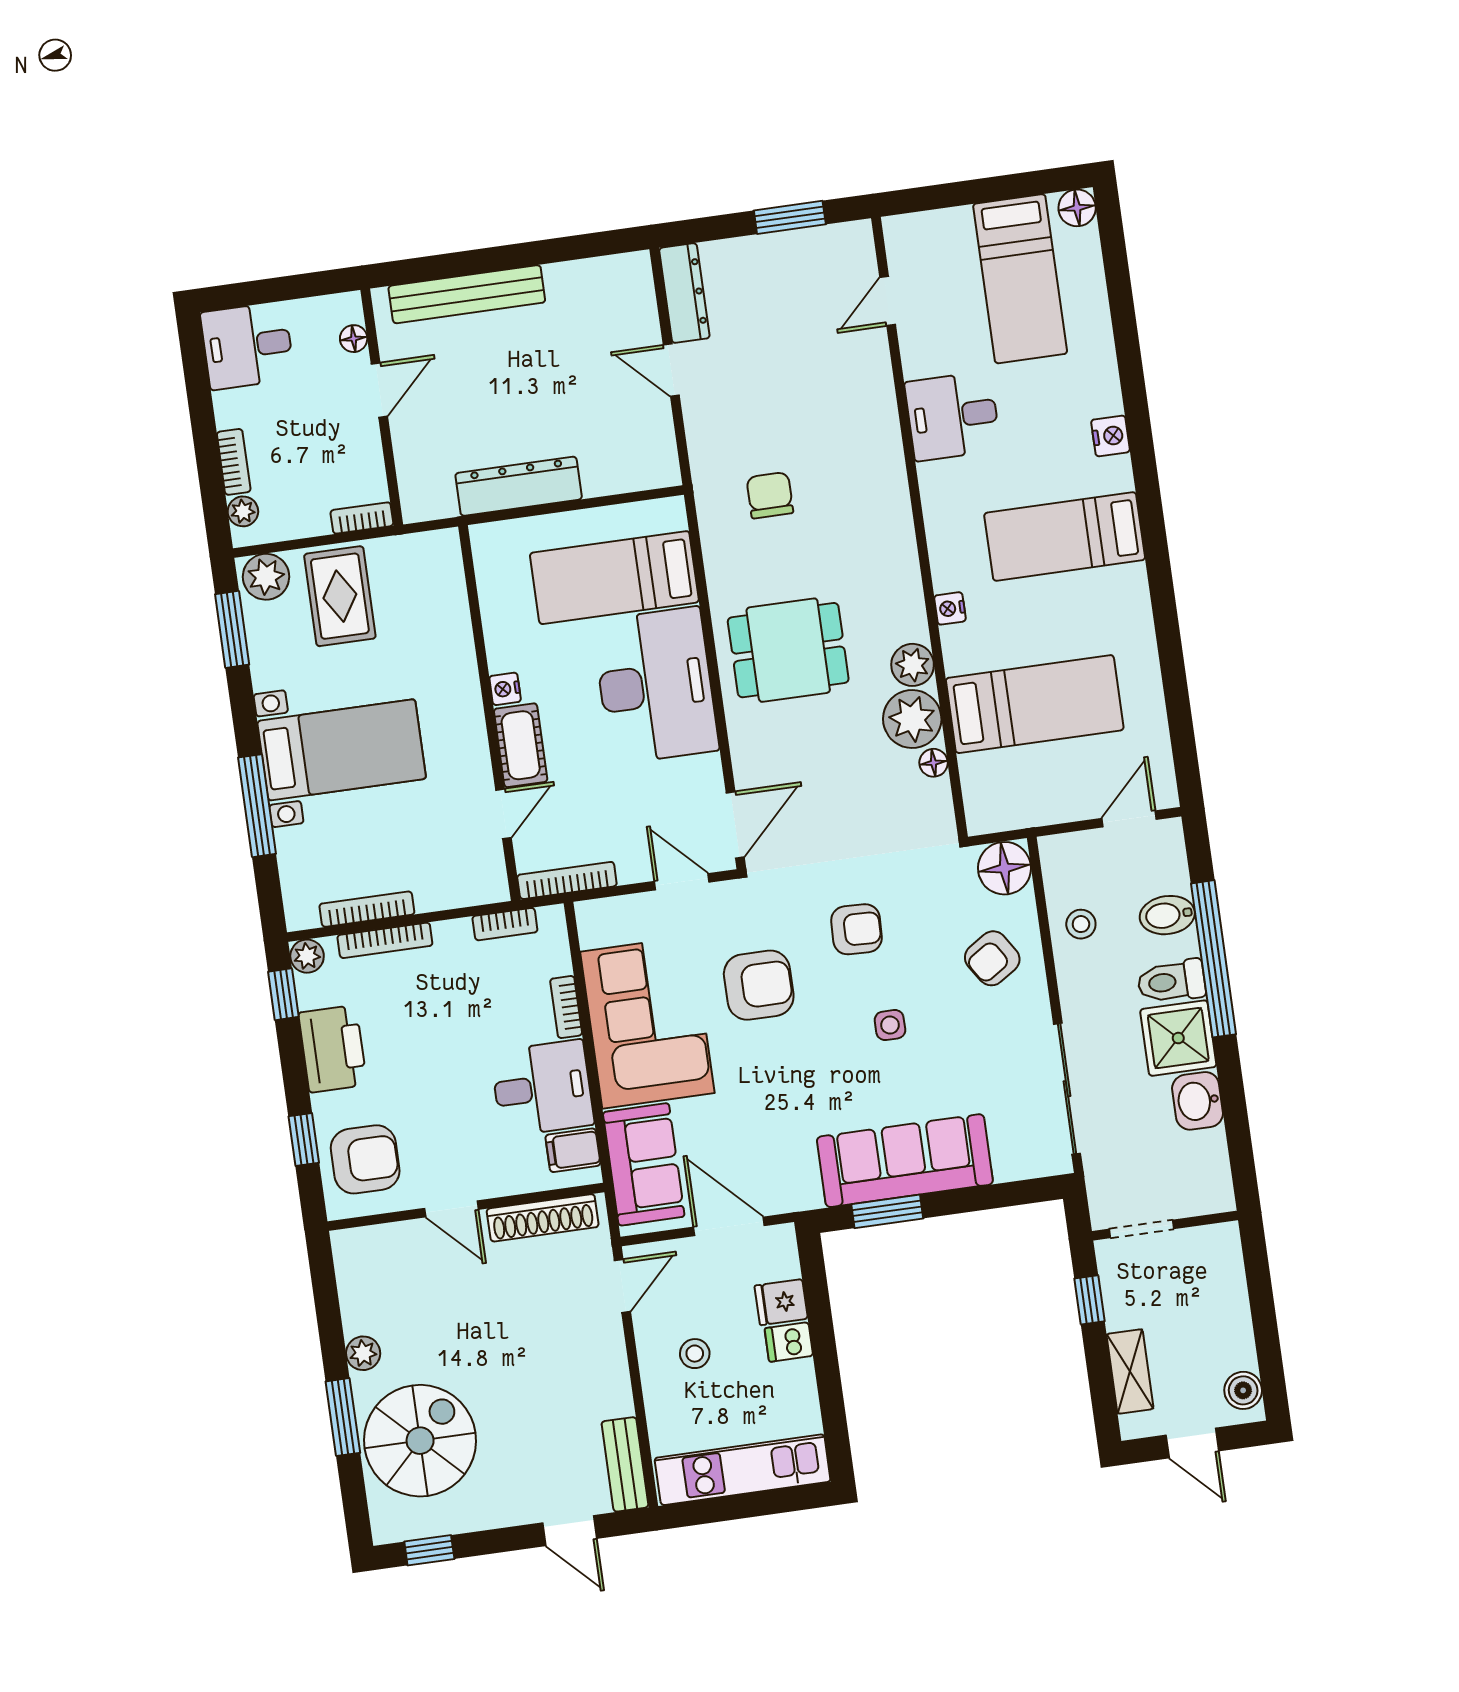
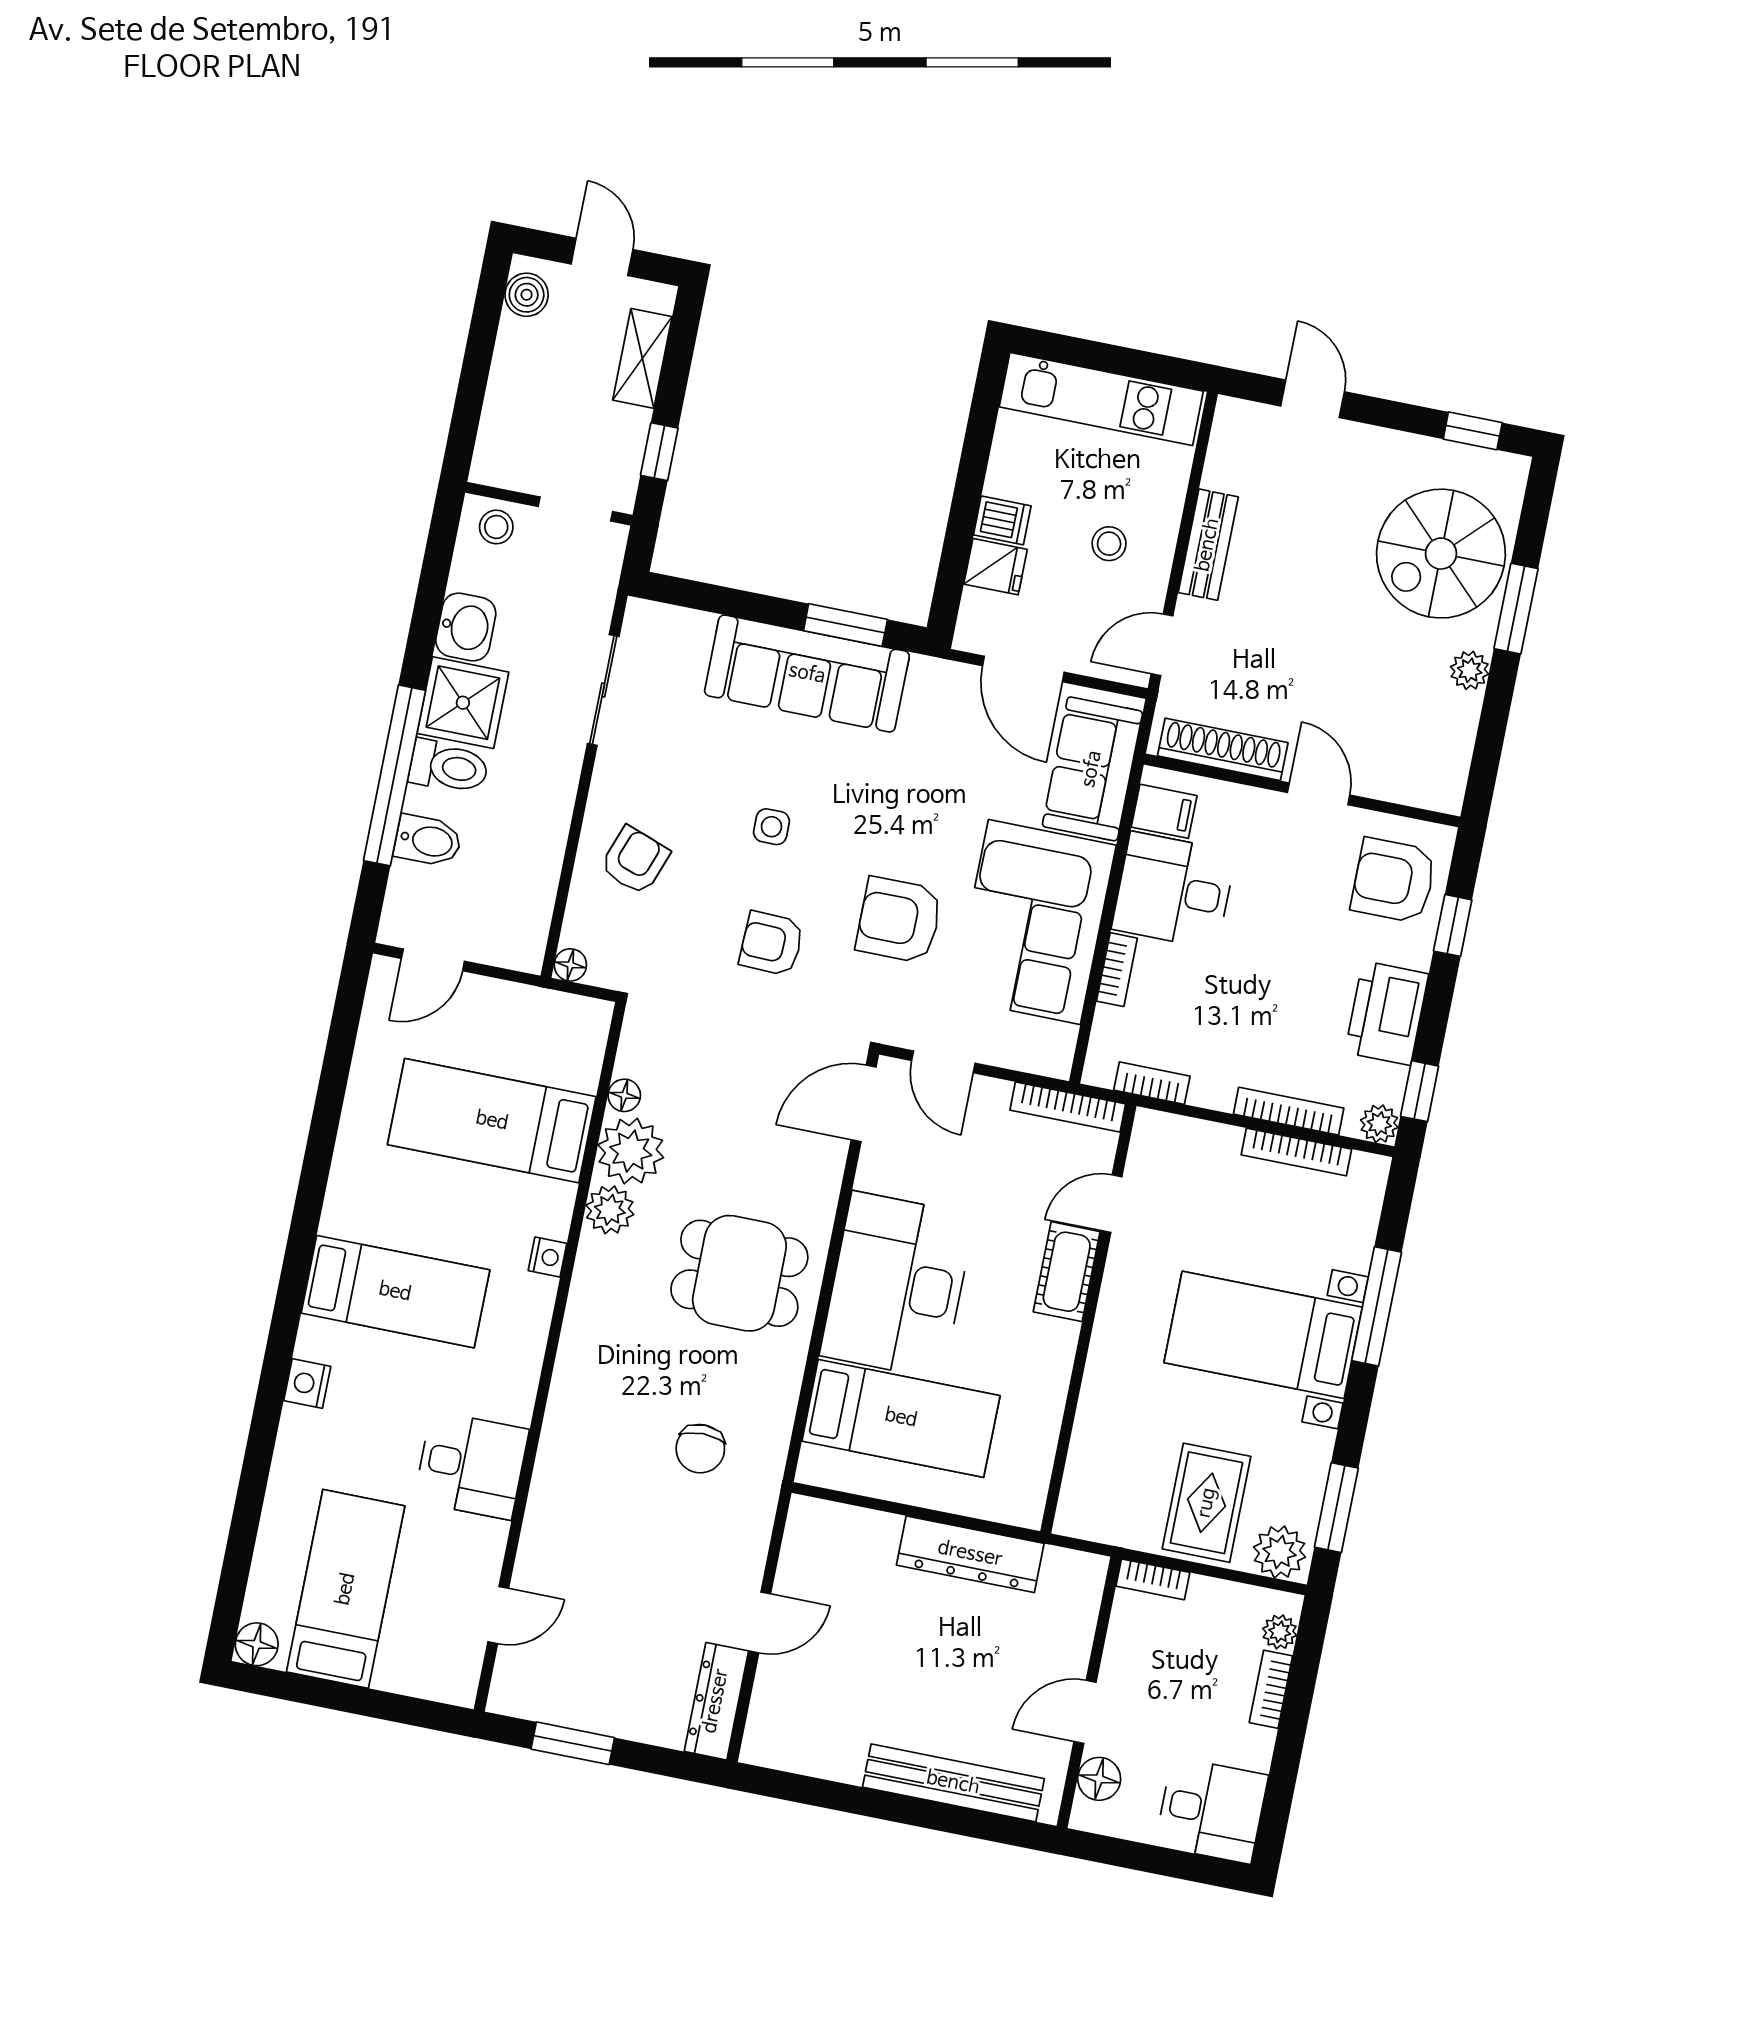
floor lamp: (354, 339) -> (1099, 1779), width x1.37, depth x1.37
door: (671, 370) -> (760, 1622), hinge flipped
nightstand: (505, 689) -> (1062, 1339), removed
floor lamp: (1004, 868) -> (570, 965), width x0.53, depth x0.53
stool: (1081, 924) -> (496, 527), moved
armchair: (992, 958) -> (635, 860), turned -37
sliding door: (1067, 1089) -> (603, 690), width x0.73
bench: (625, 1464) -> (1208, 545), moved

